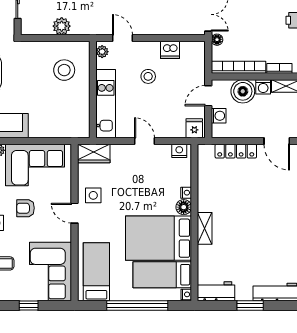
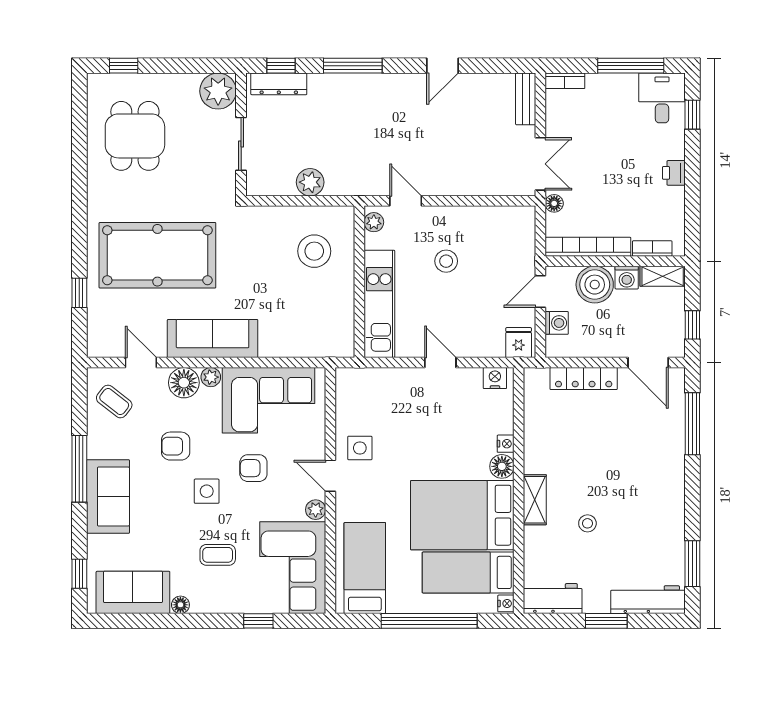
dishwasher: (170, 50) -> (480, 219), removed
wardrobe: (94, 153) -> (361, 382), removed
plant: (65, 235) -> (316, 510), added
stool: (238, 243) -> (587, 523), added

